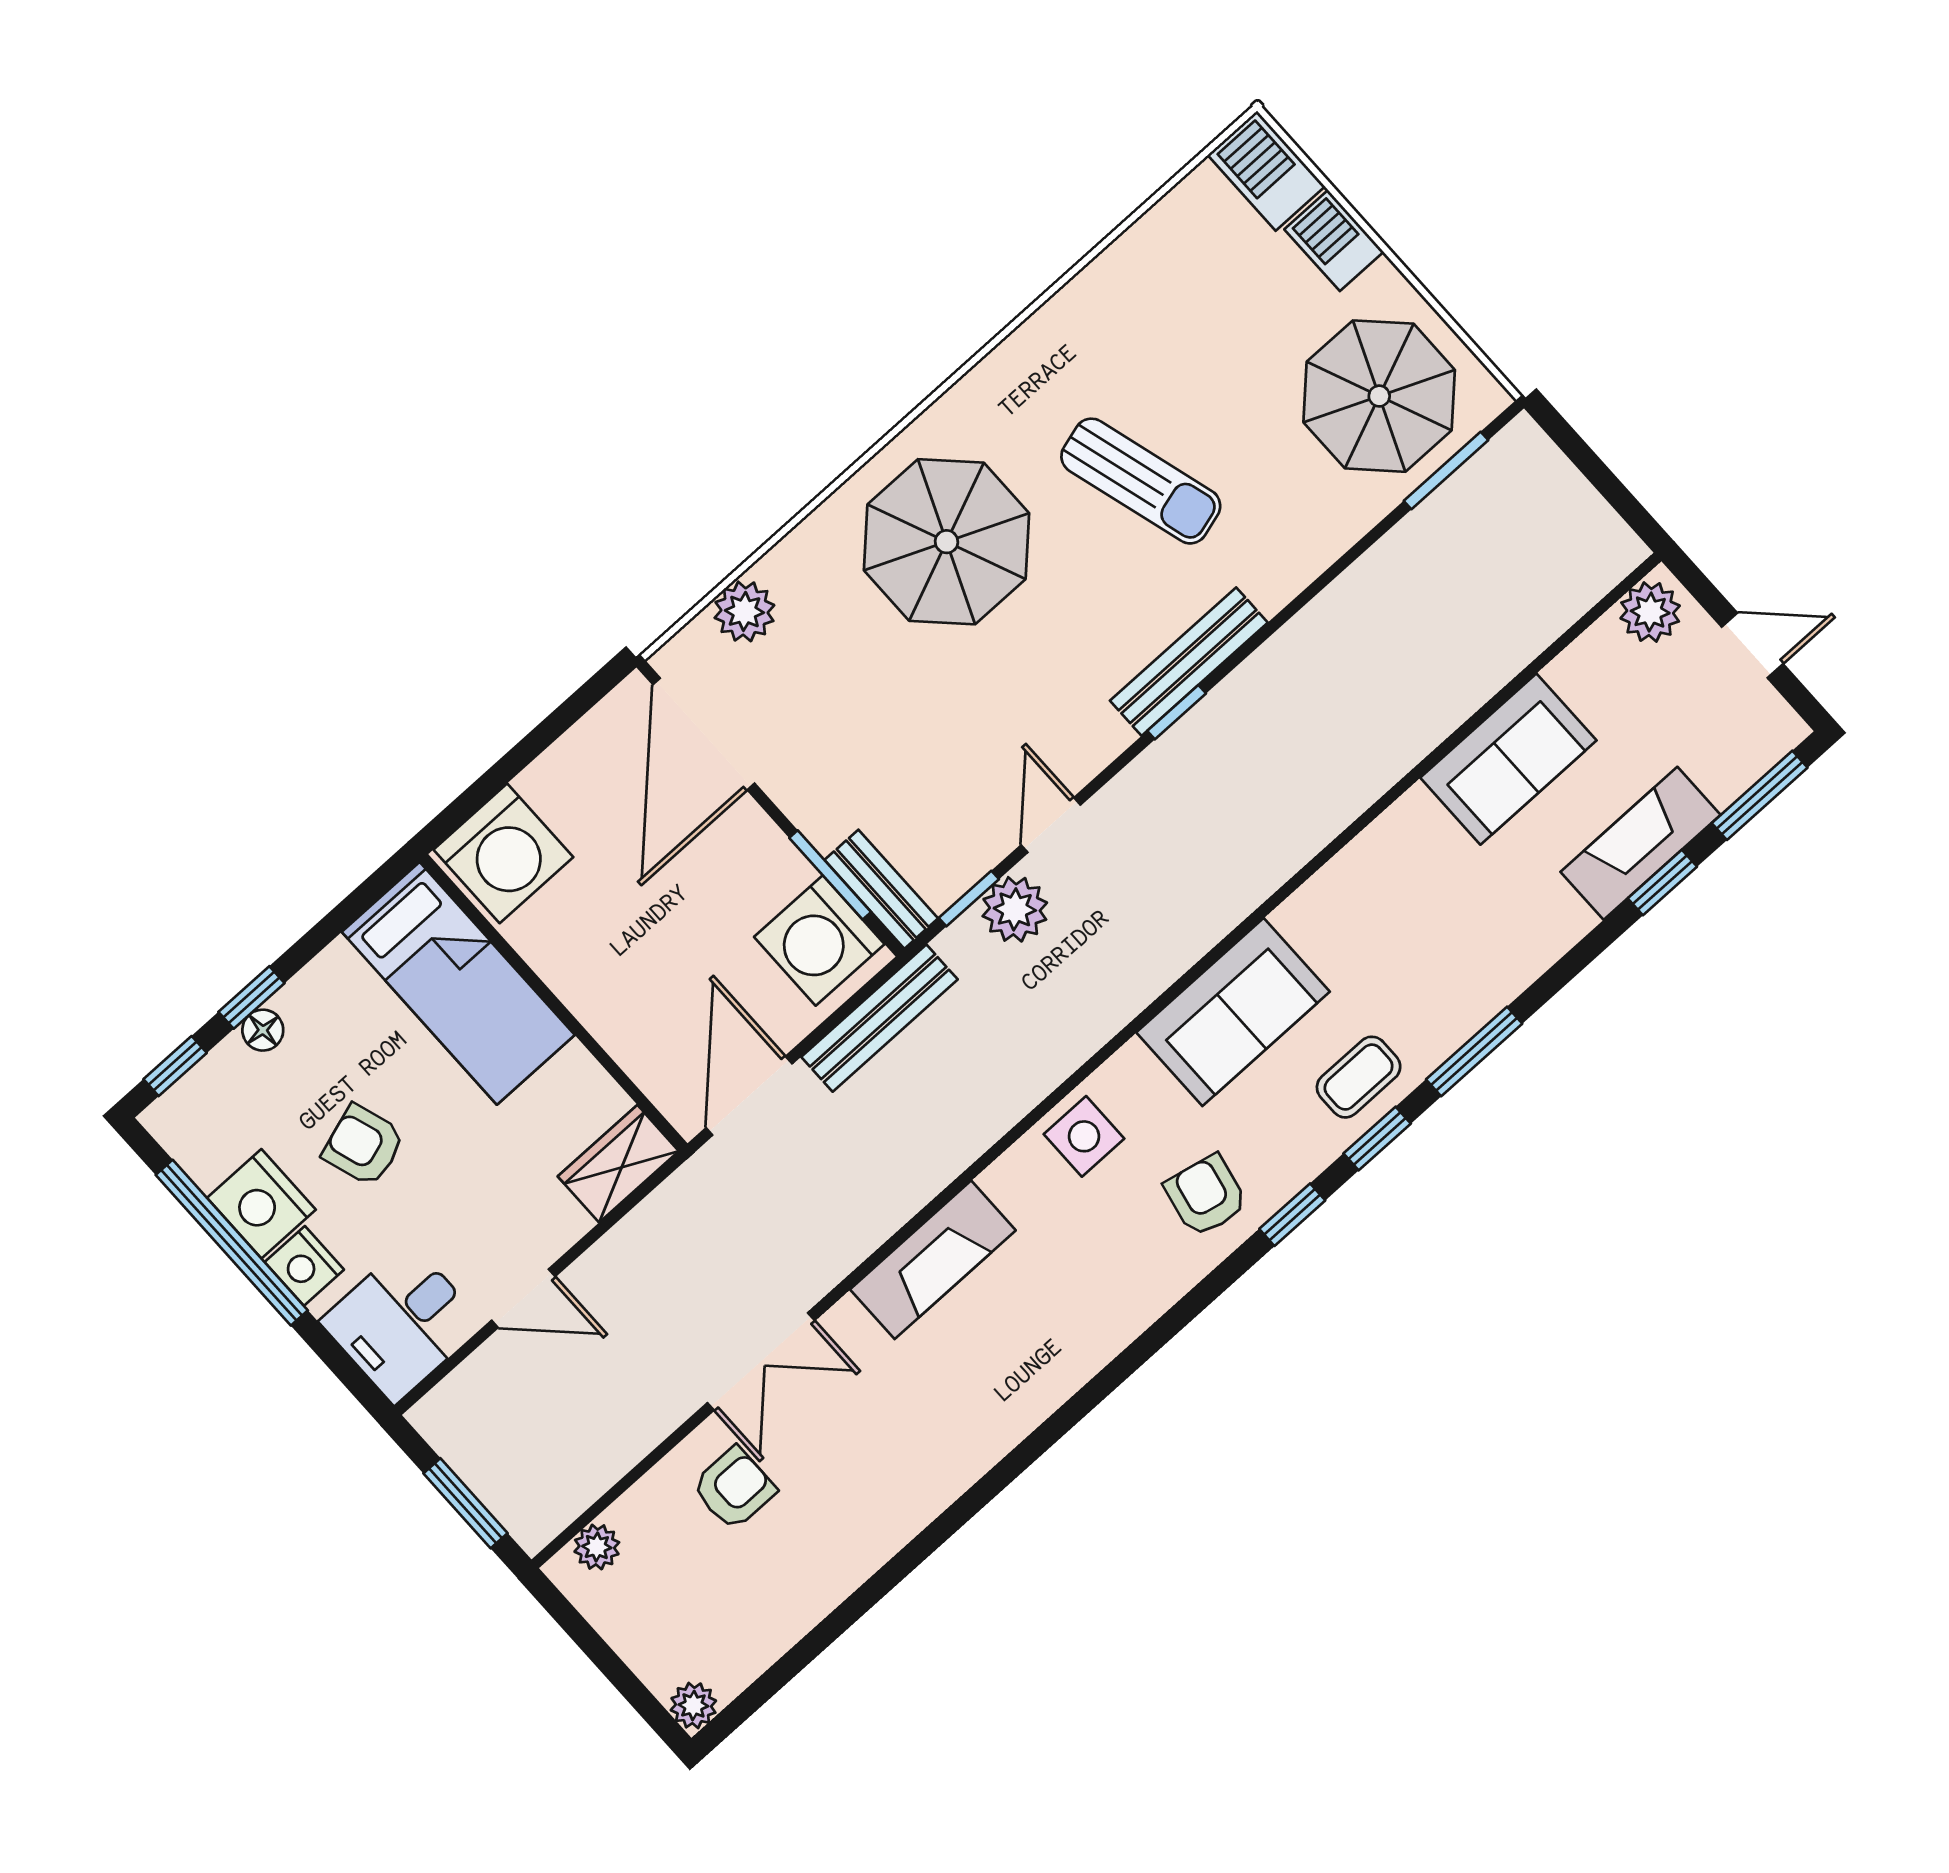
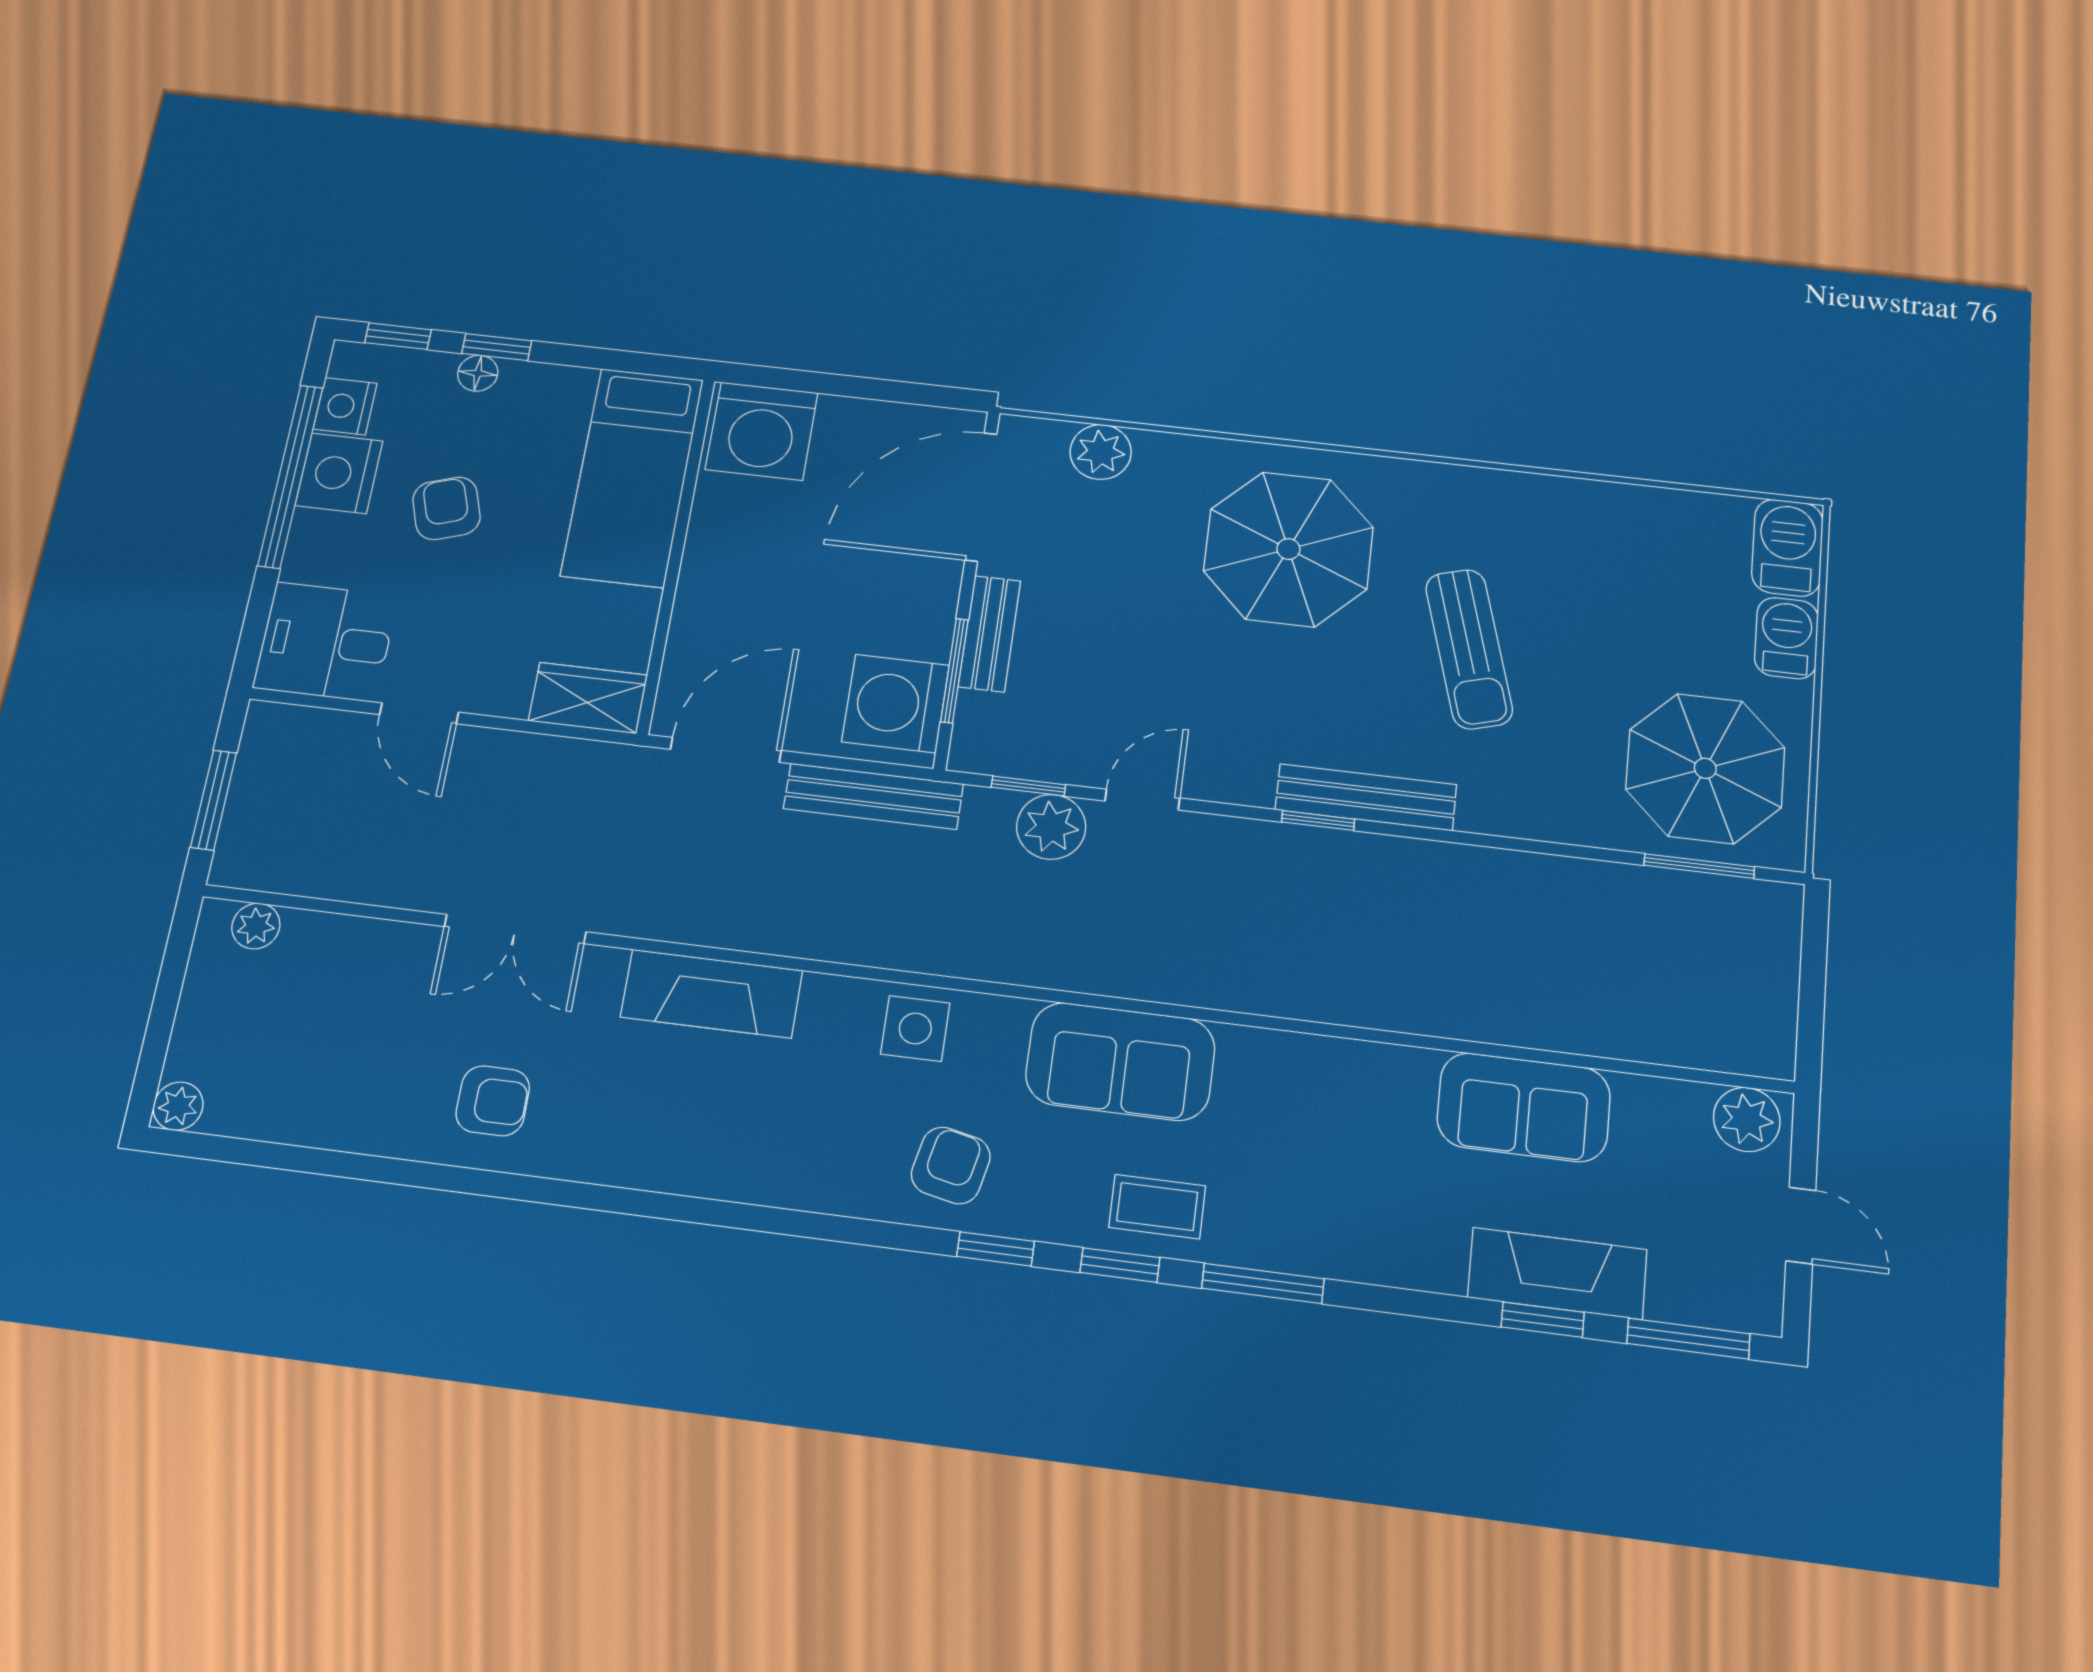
bench: (881, 889) -> (989, 634), moved
nightstand: (304, 1266) -> (345, 406), moved
armchair: (734, 1488) -> (493, 1101), moved

